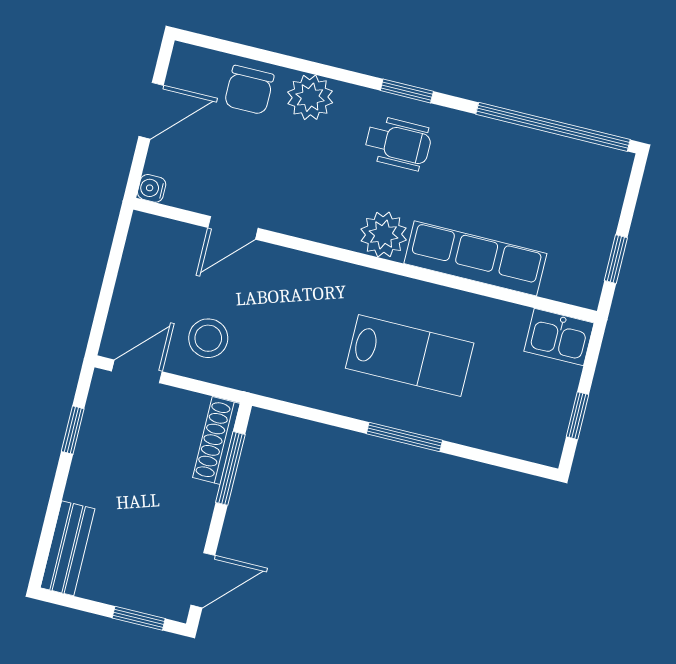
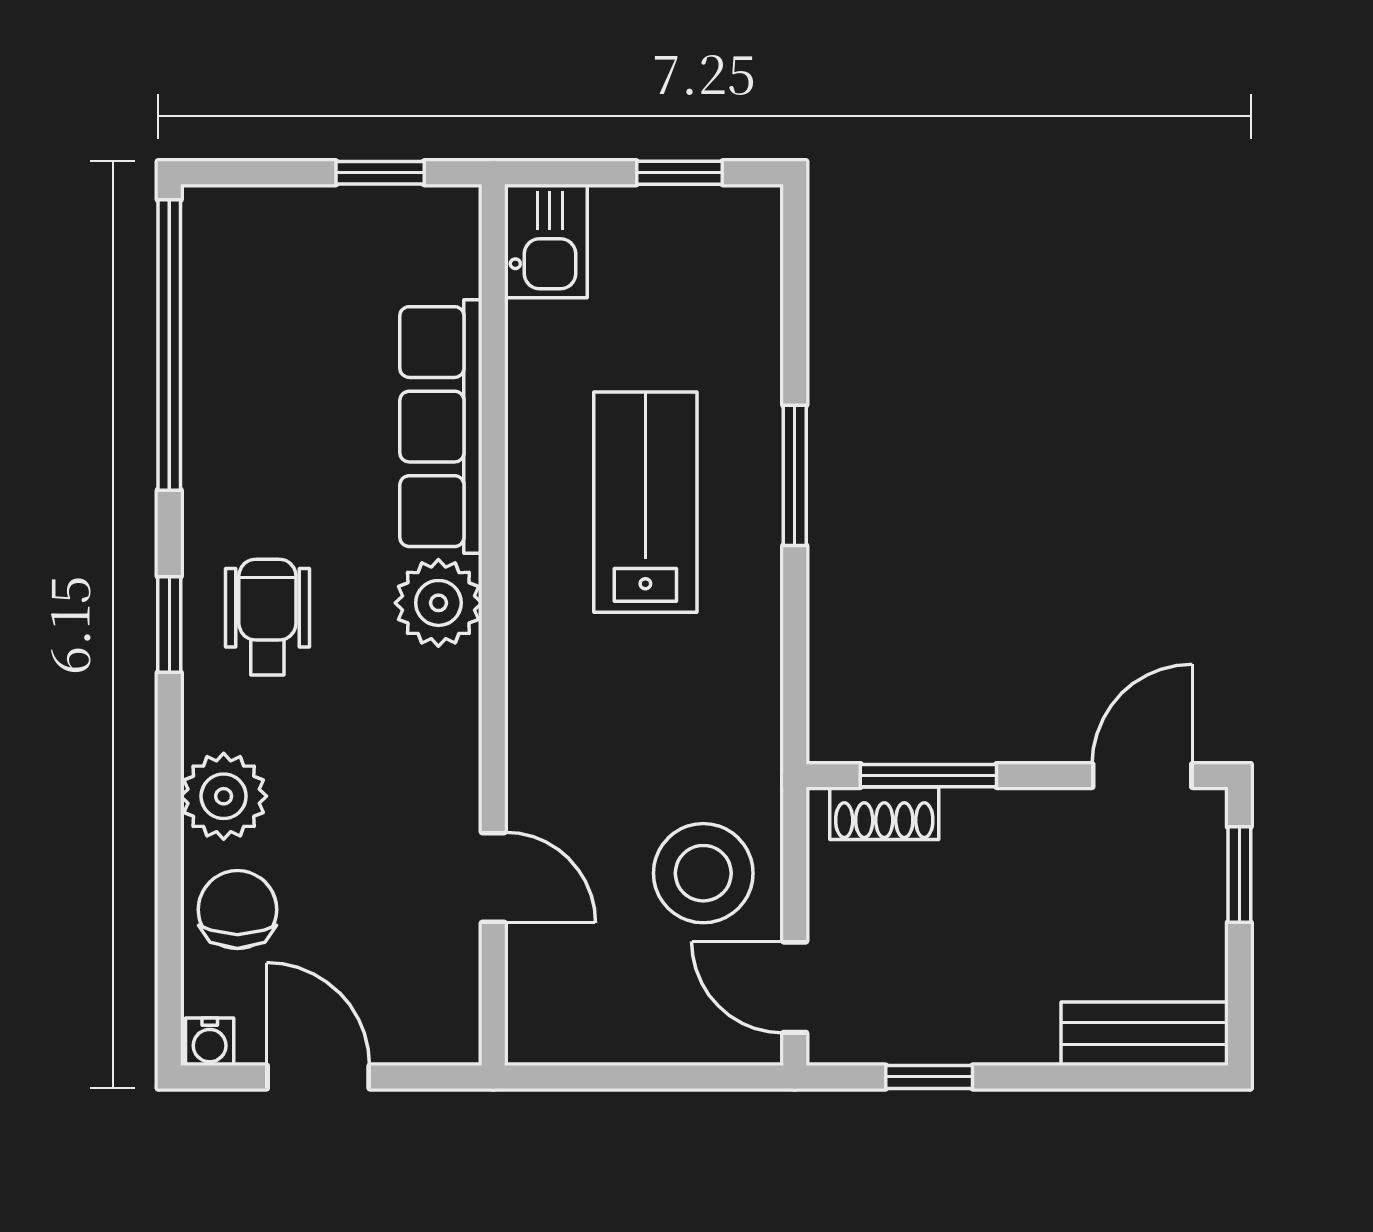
chair: (249, 90) -> (237, 910), turned -90
water cooler: (152, 188) -> (210, 1042), moved
stool: (208, 338) -> (703, 873), width x1.38, depth x1.38
shoe rack: (216, 440) -> (884, 813), width x0.70
door: (203, 580) -> (1142, 776), hinge flipped

